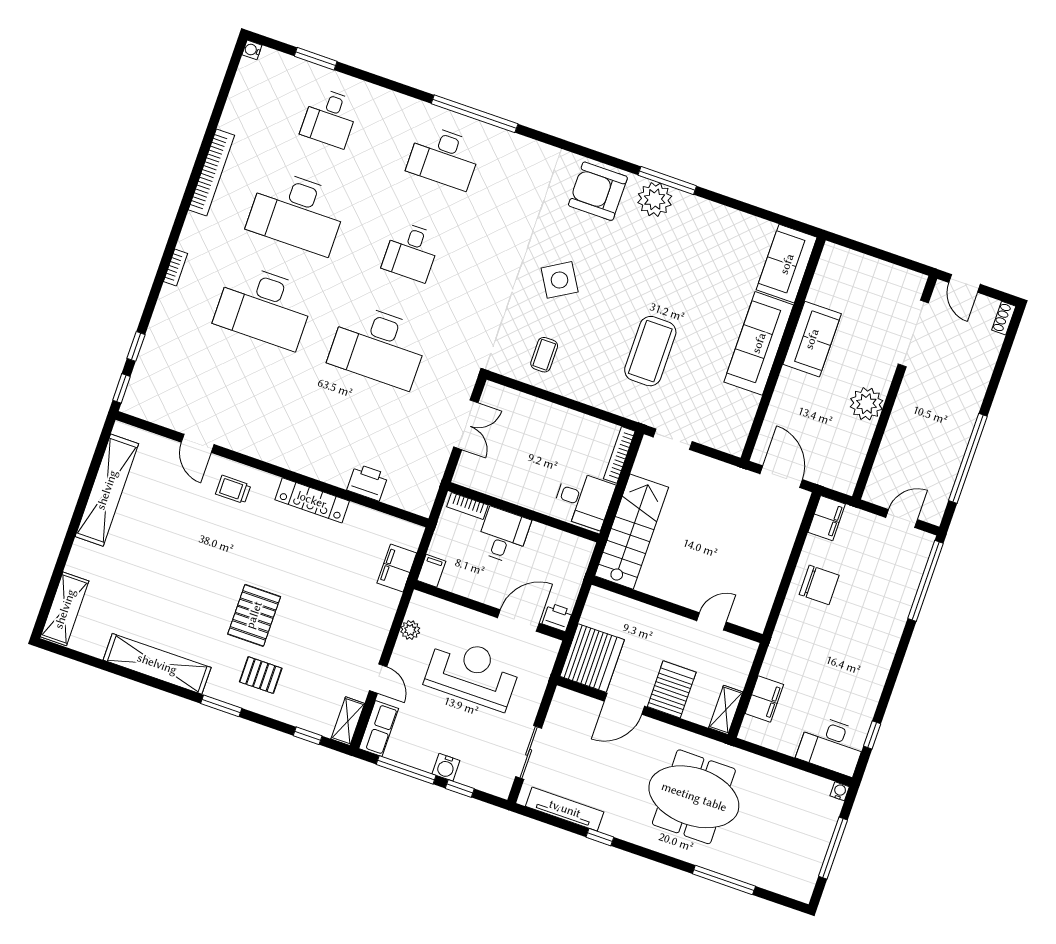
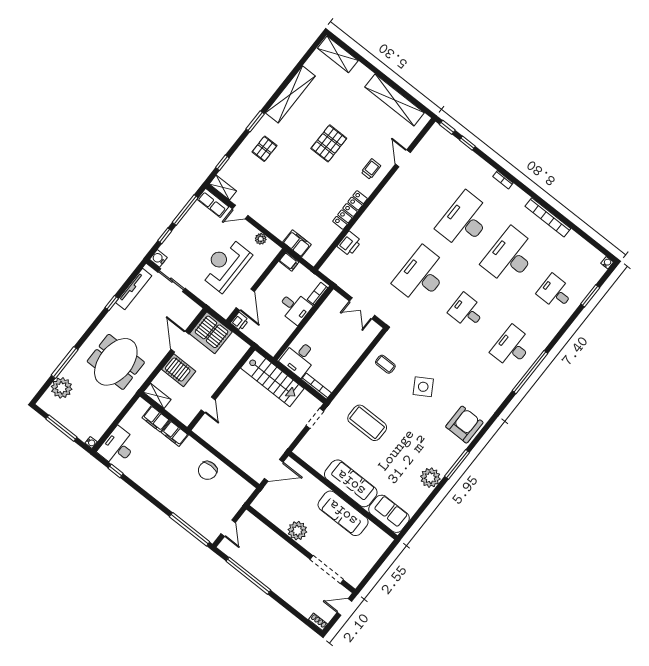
plant: (655, 199) -> (430, 478), moved
sofa: (812, 339) -> (343, 513), width x1.36
door: (198, 443) -> (403, 158), hinge flipped
filing cabinet: (827, 518) -> (175, 434), moved
pallet: (254, 615) -> (329, 143), moved, turned 90
reception desk: (473, 673) -> (225, 265), turned 180
water cooler: (446, 767) -> (158, 258), moved
plant: (767, 871) -> (62, 388), added

